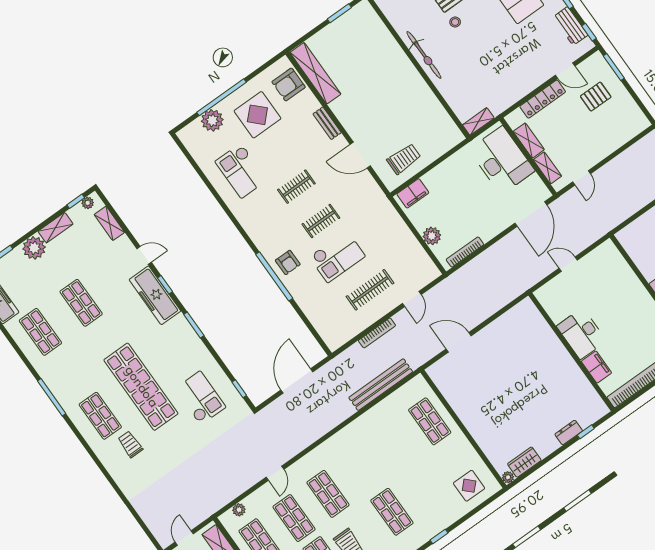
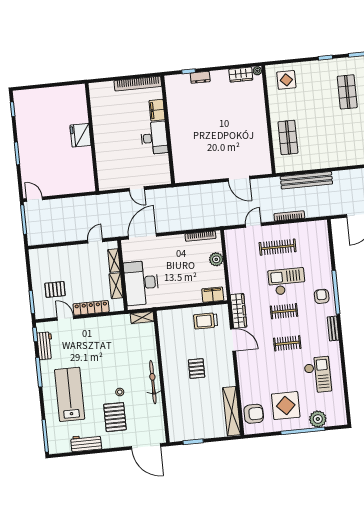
pallet: (383, 99) -> (197, 369), added
bench: (327, 123) -> (333, 329), moved
wardrobe: (373, 192) -> (239, 311), added

